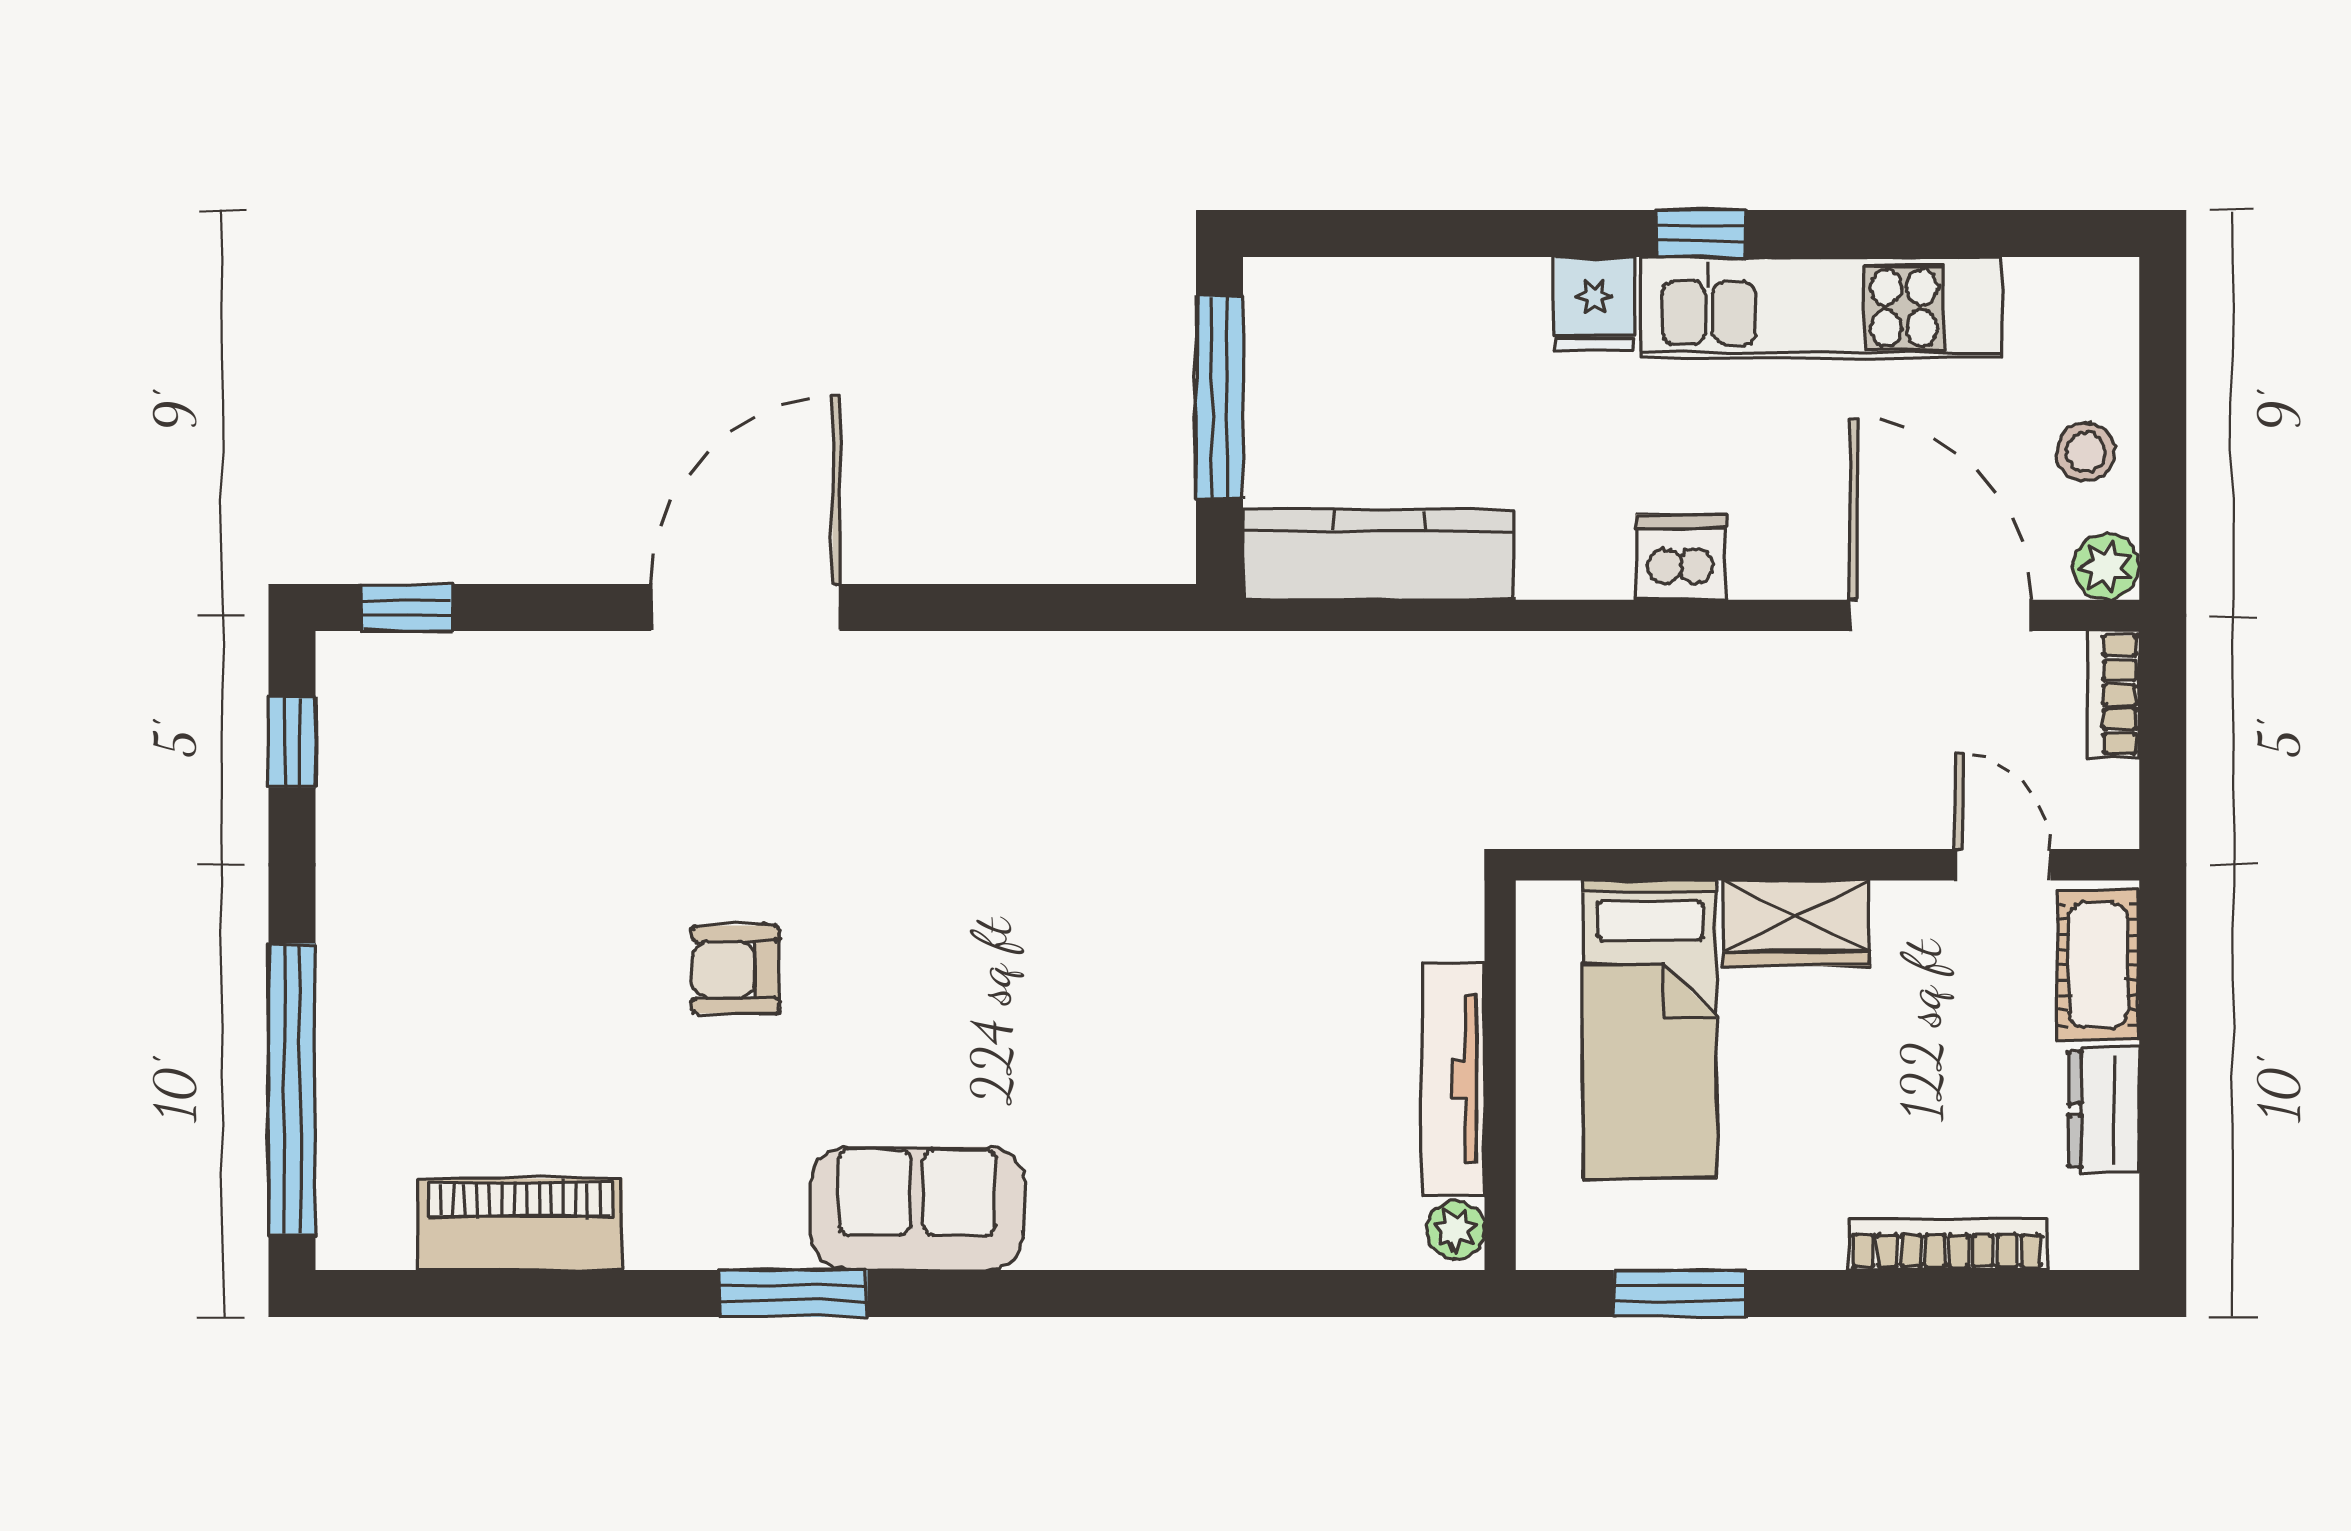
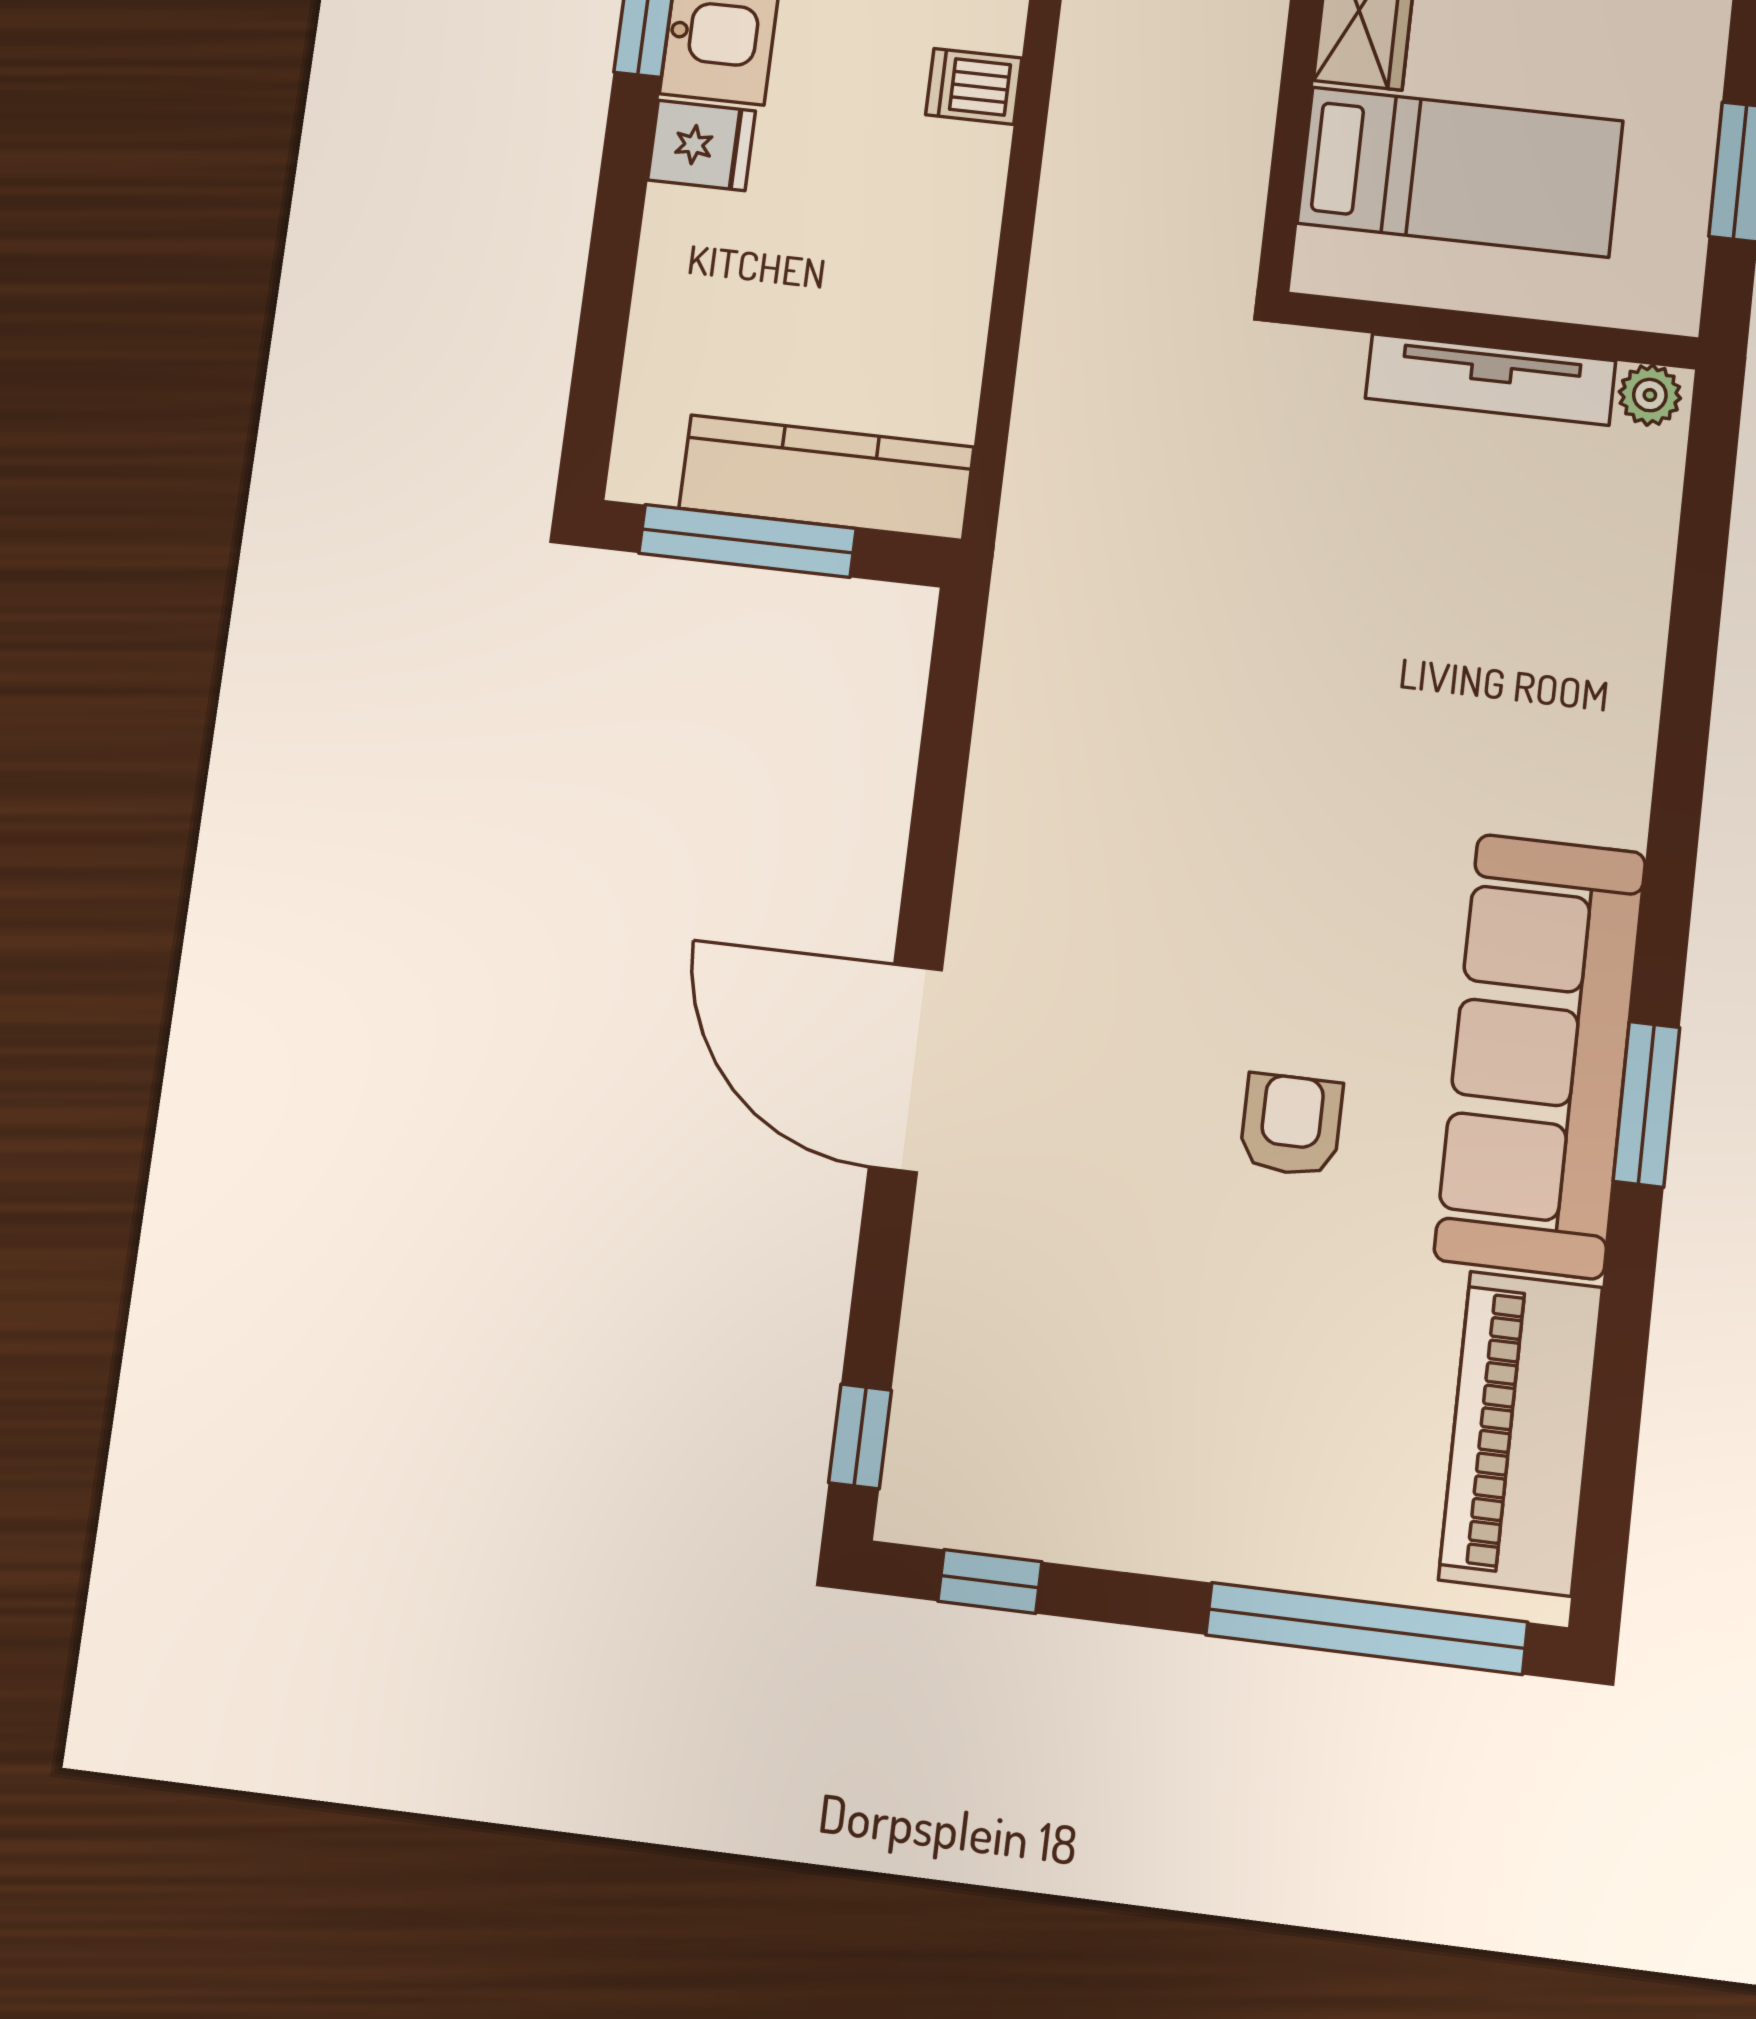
kitchen counter: (1379, 555) -> (826, 478), moved, turned 90
dishwasher: (1681, 557) -> (974, 86), width x0.73
armchair: (736, 970) -> (1291, 1125), turned 180
sofa: (917, 1208) -> (1540, 1055), width x1.85, depth x1.27
piano: (520, 1224) -> (1521, 1433), width x1.37, depth x1.33

